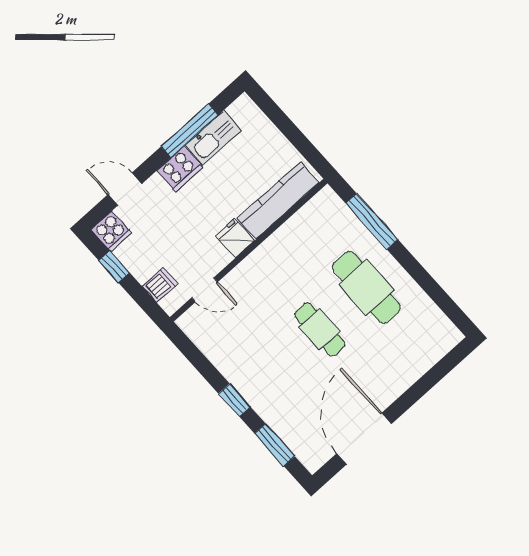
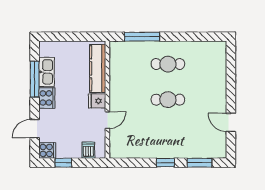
cafe table: (366, 287) -> (168, 64), width x0.73, depth x0.74
door: (205, 290) -> (107, 120), moved
door: (364, 439) -> (231, 122), width x0.53

